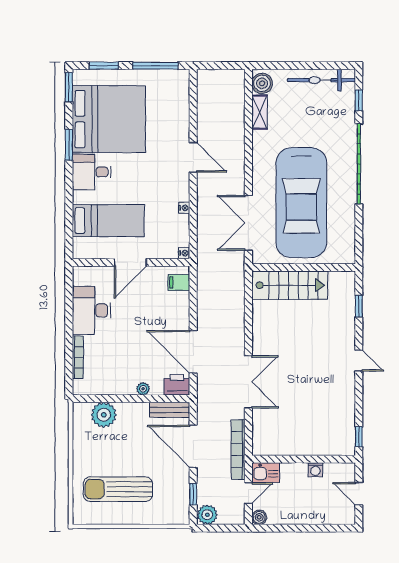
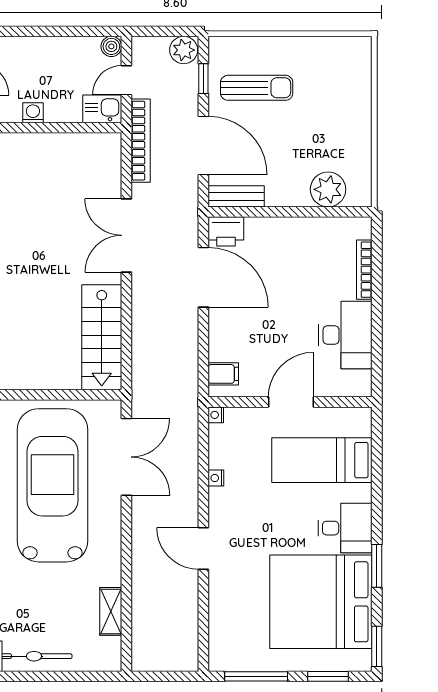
boiler: (262, 83) -> (107, 652), removed
stairs: (290, 285) -> (102, 337), moved, turned -90
plant: (143, 389) -> (273, 226), removed
sun lounger: (118, 489) -> (257, 88), moved, width x0.73, depth x0.75

